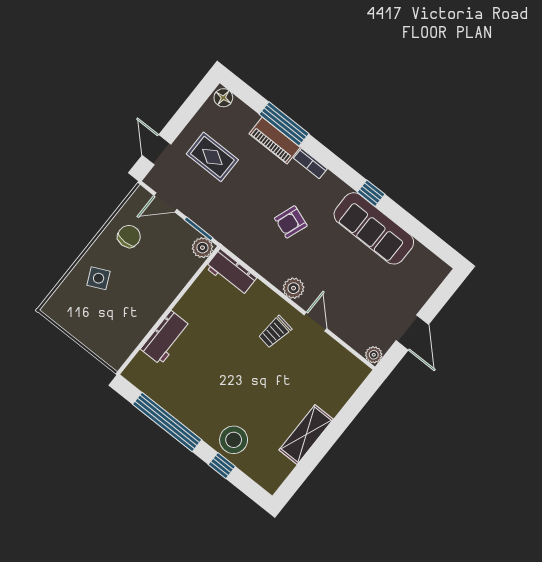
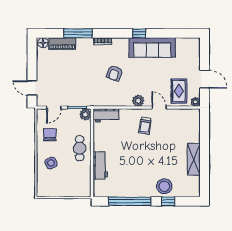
piano: (275, 141) -> (62, 44), moved
rug: (212, 157) -> (179, 91), moved, turned 90
cafe table: (156, 290) -> (80, 148), added

